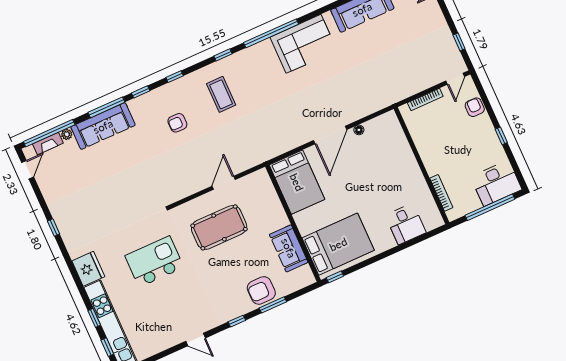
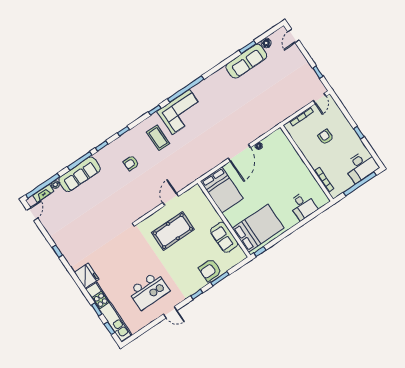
corner sofa: (303, 44) -> (181, 112), moved
armchair: (475, 107) -> (325, 137), moved
kitchen island: (154, 262) -> (149, 291), moved, turned 180

